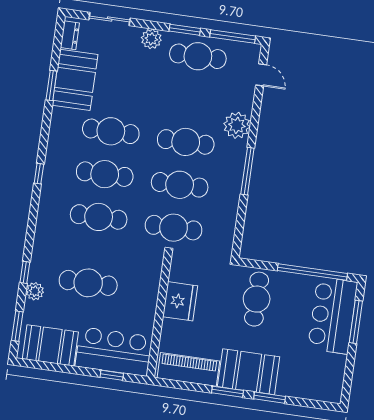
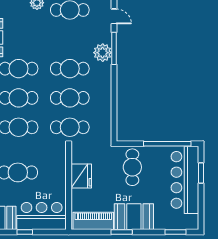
window: (247, 171) -> (114, 48), moved
bar counter: (333, 315) -> (185, 180), width x1.36
window: (356, 322) -> (201, 173), width x0.69
window: (112, 375) -> (25, 232), moved
window: (270, 398) -> (176, 232), moved

